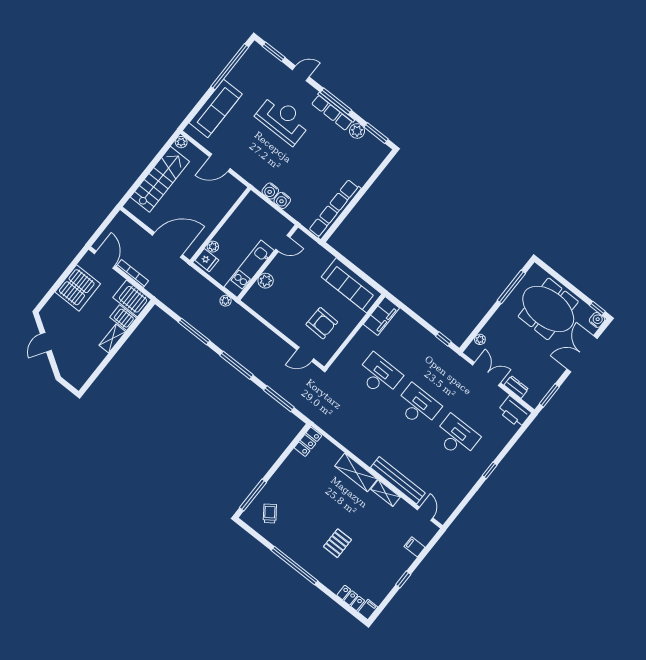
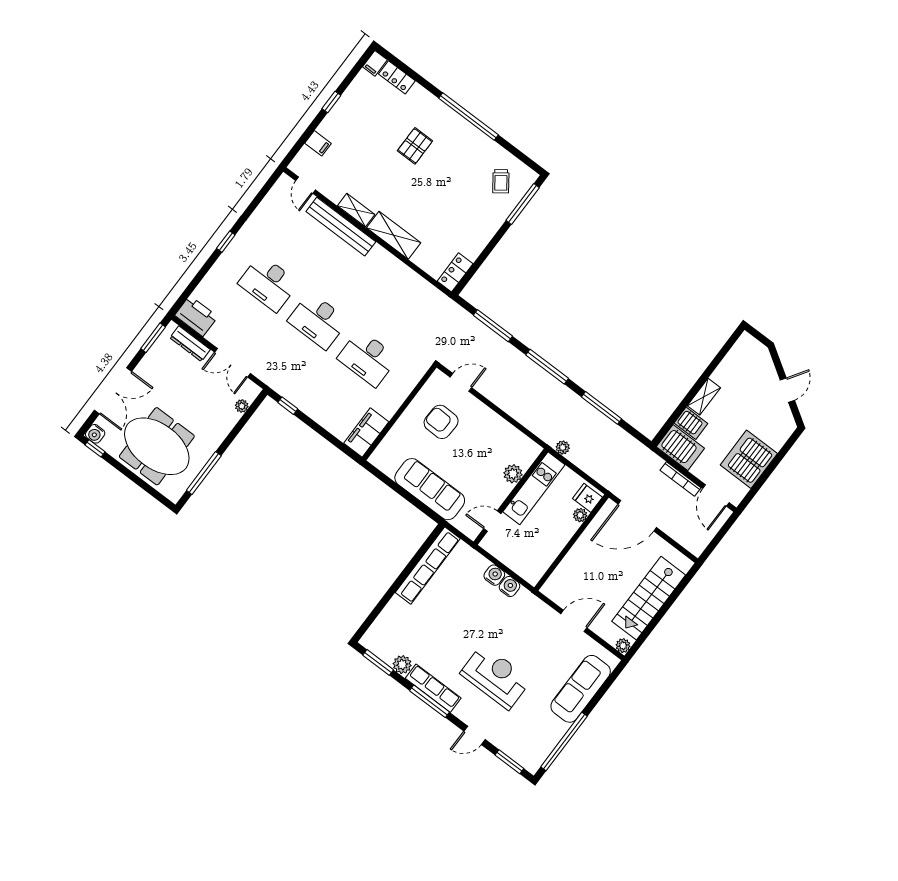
reception desk: (283, 120) -> (496, 677), turned 180
sofa: (352, 285) -> (430, 489), moved
dresser: (516, 387) -> (190, 344), width x1.44

